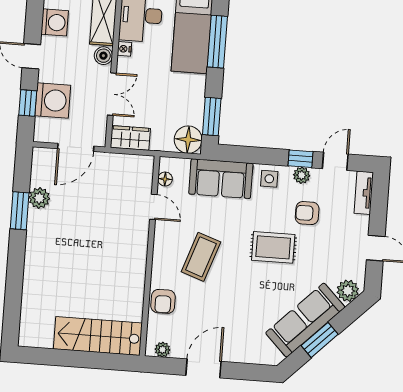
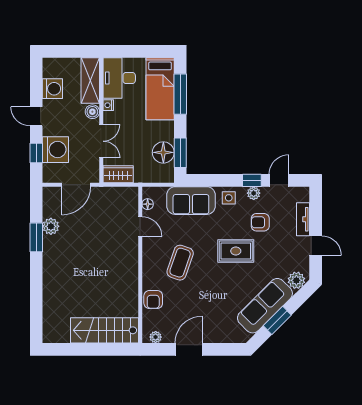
floor lamp: (188, 140) -> (163, 152), moved
tv unit: (364, 193) -> (303, 219), moved

